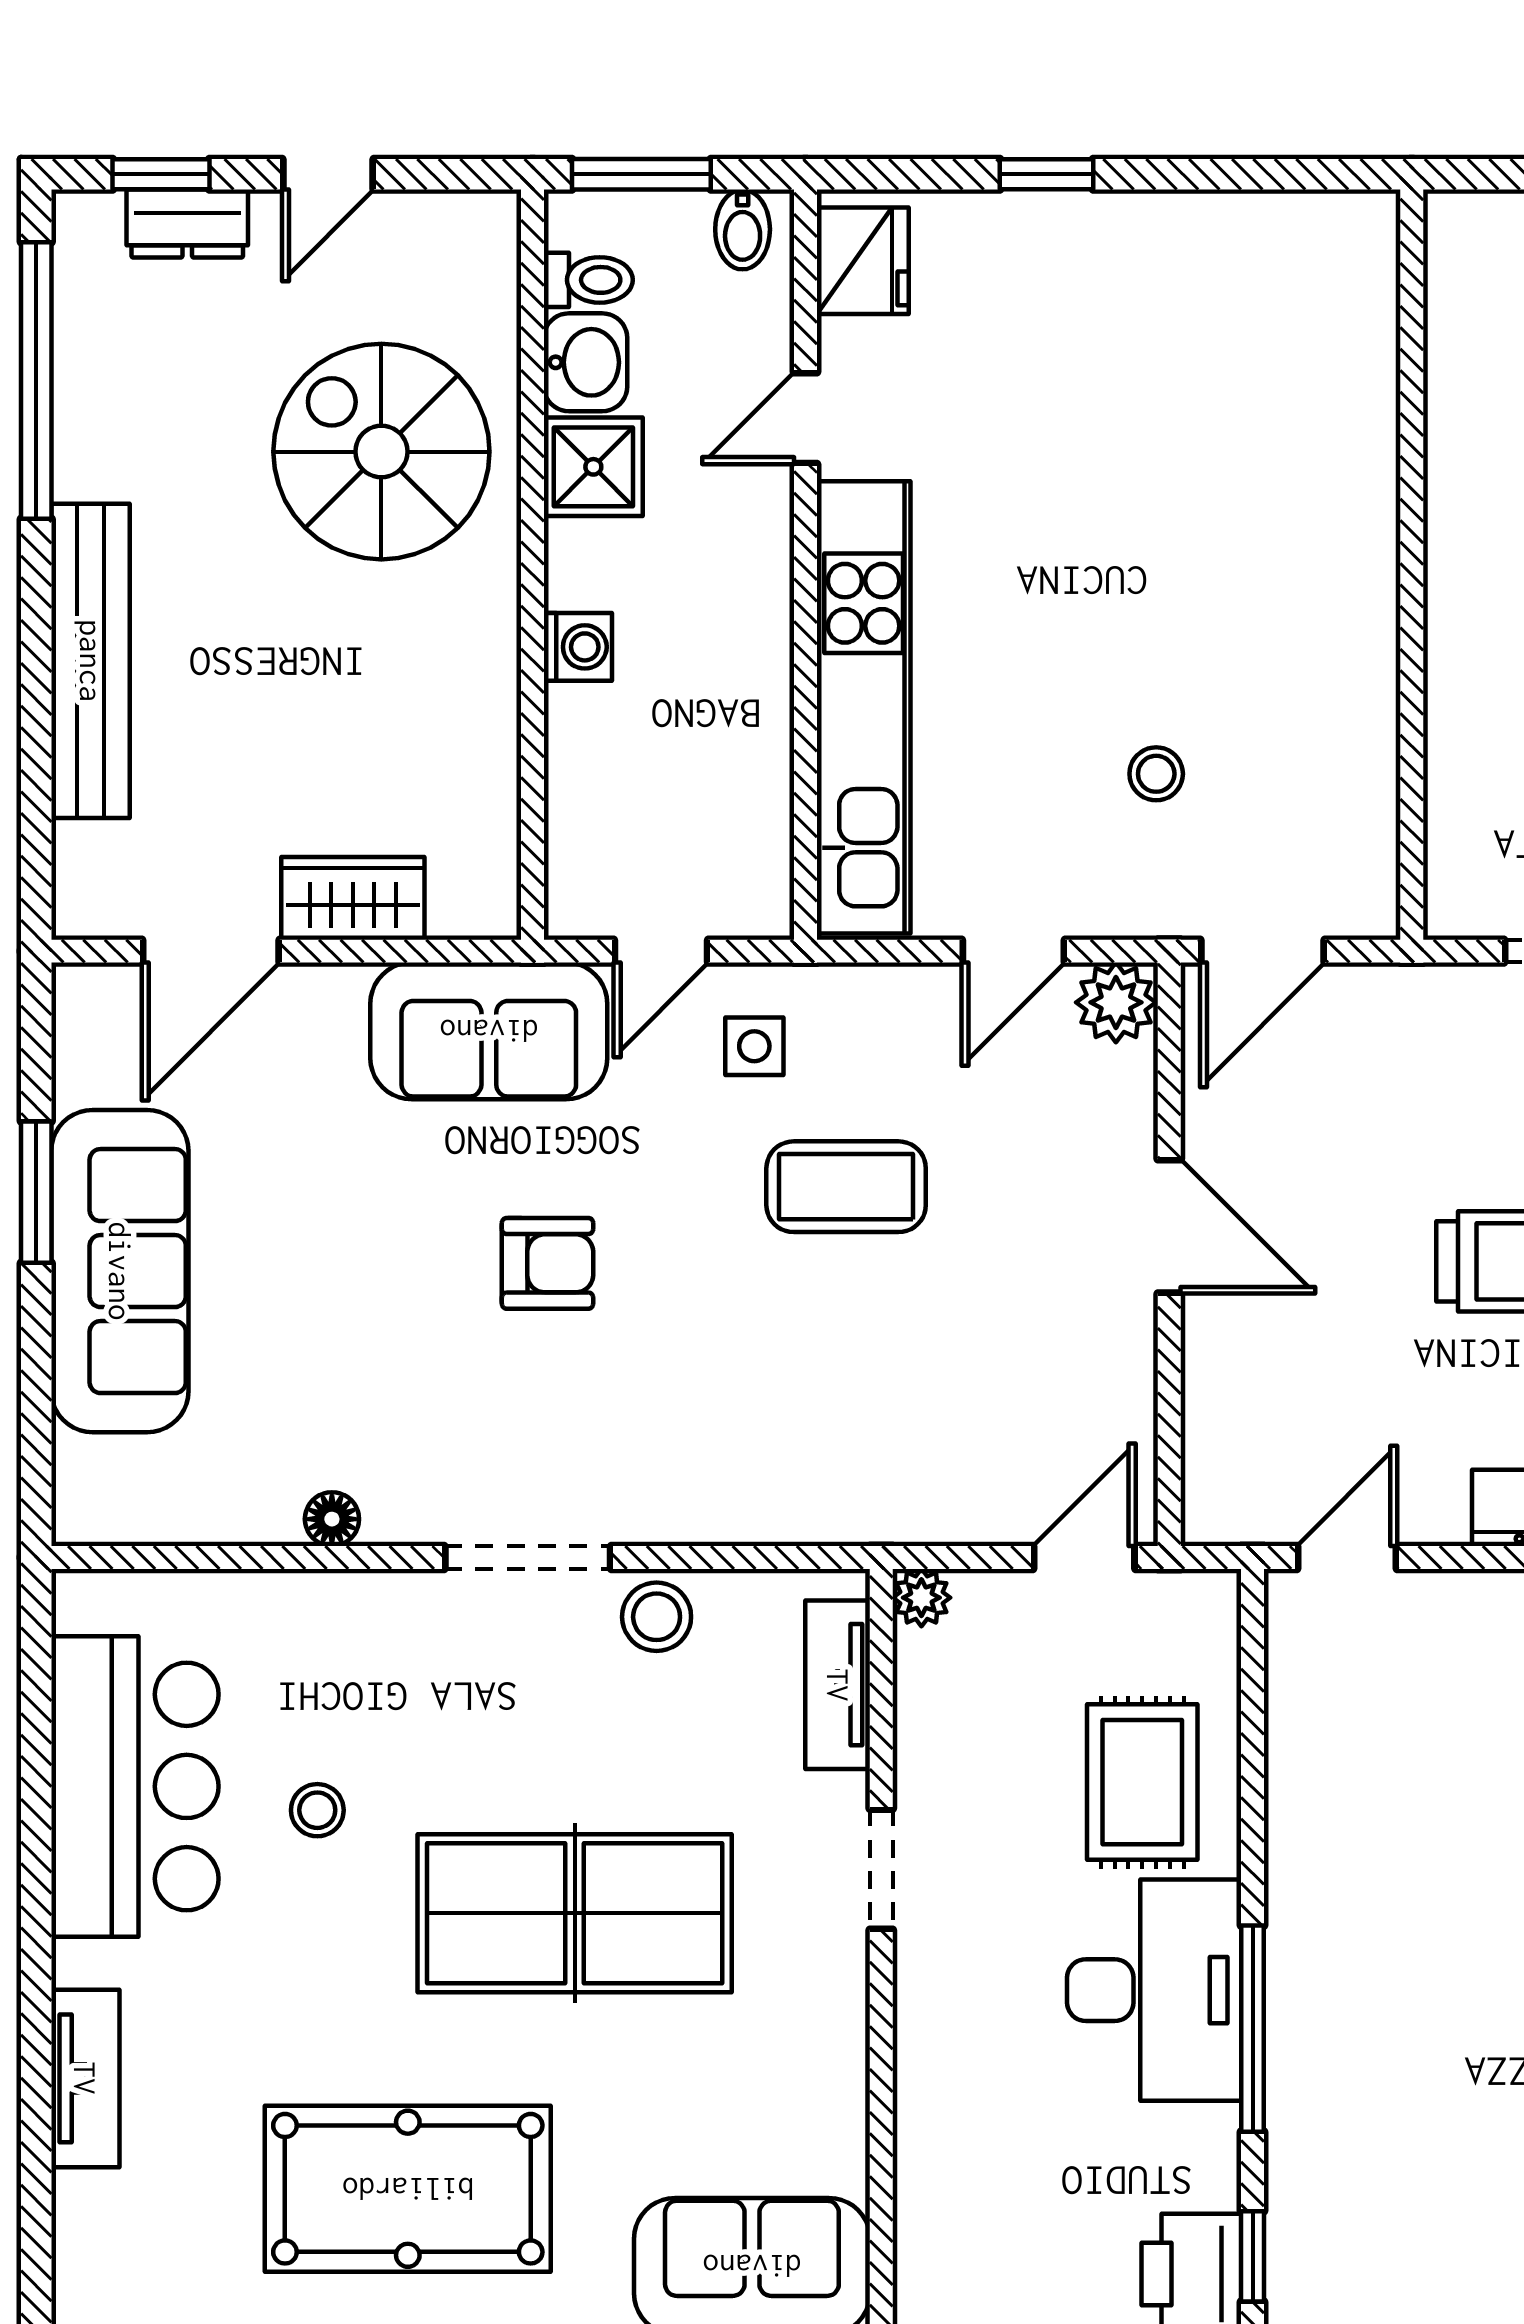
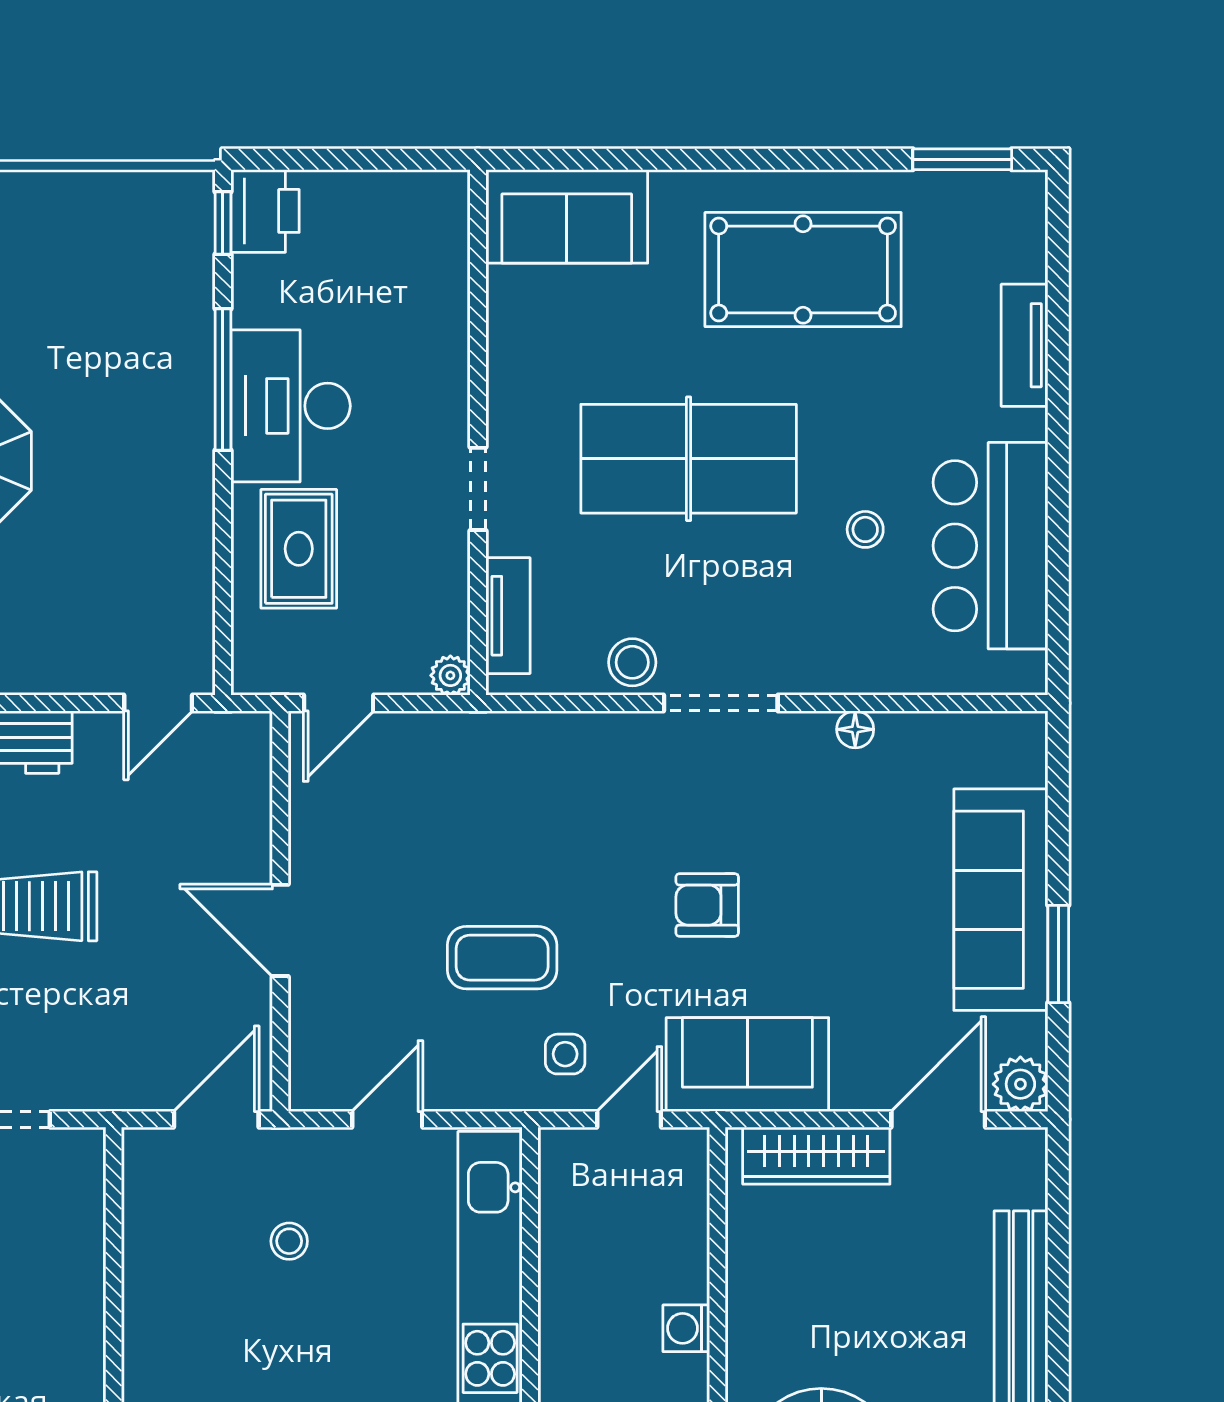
wardrobe: (353, 898) -> (816, 1156), width x1.50
plant: (1116, 1002) -> (1020, 1084), moved

